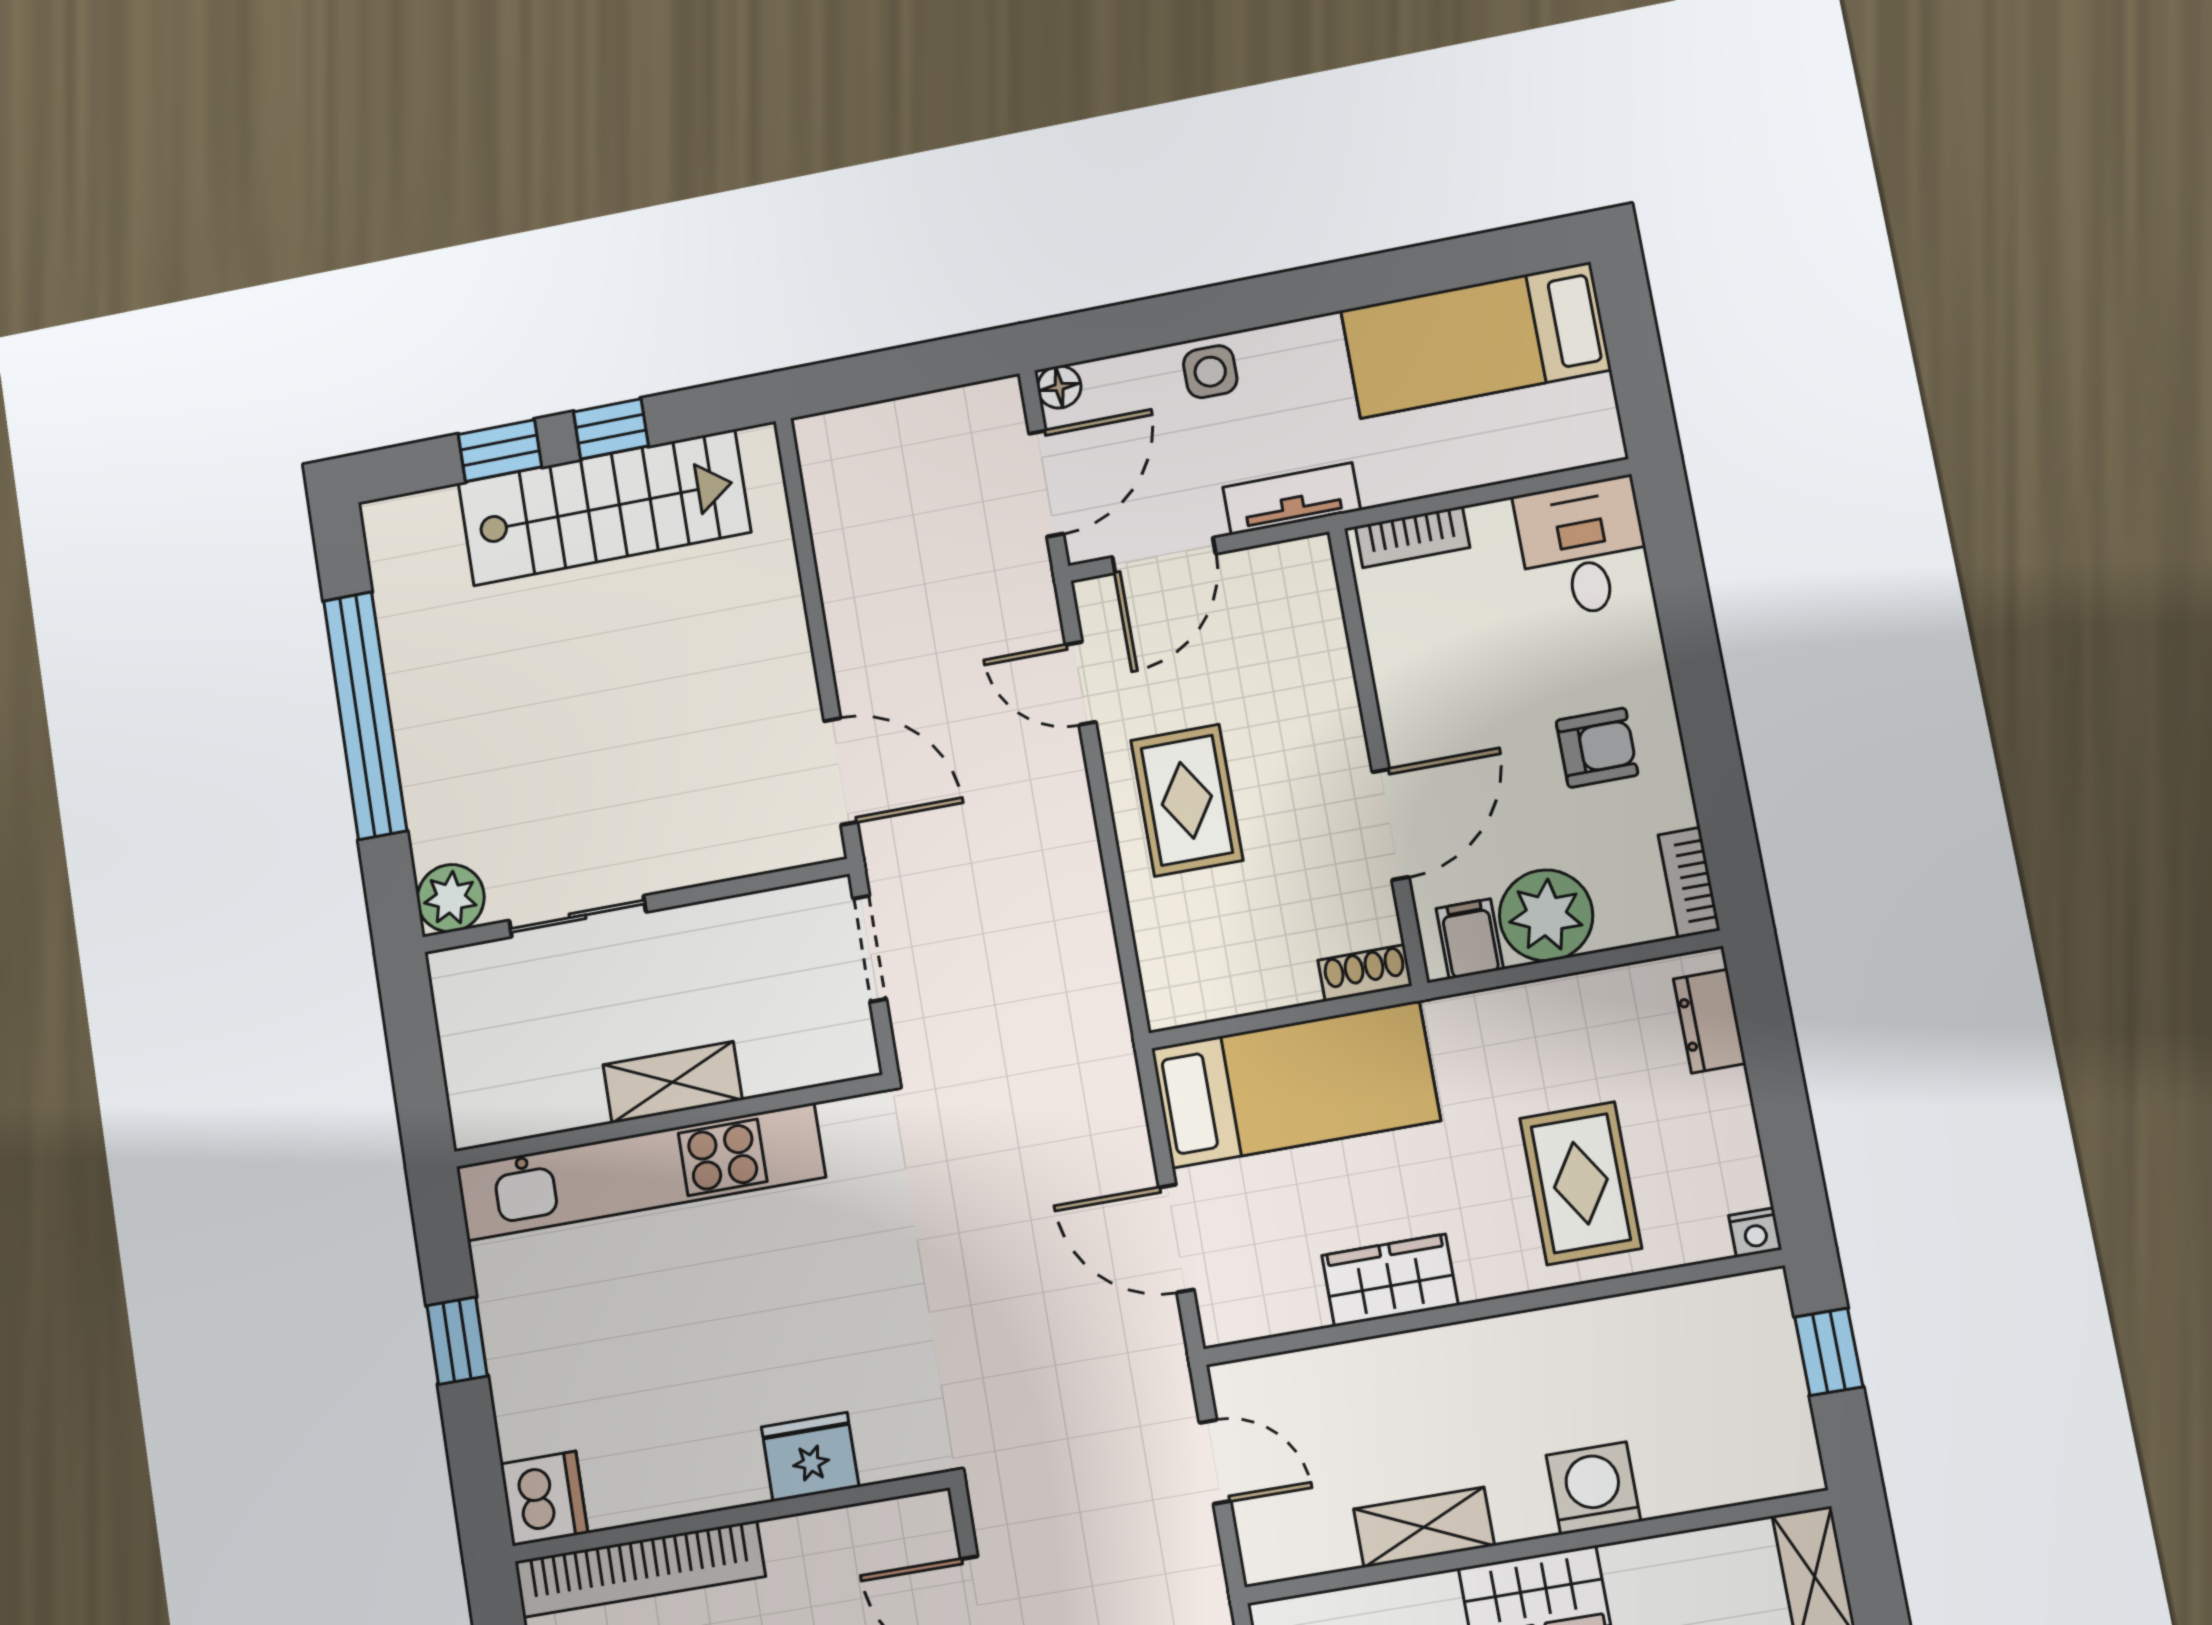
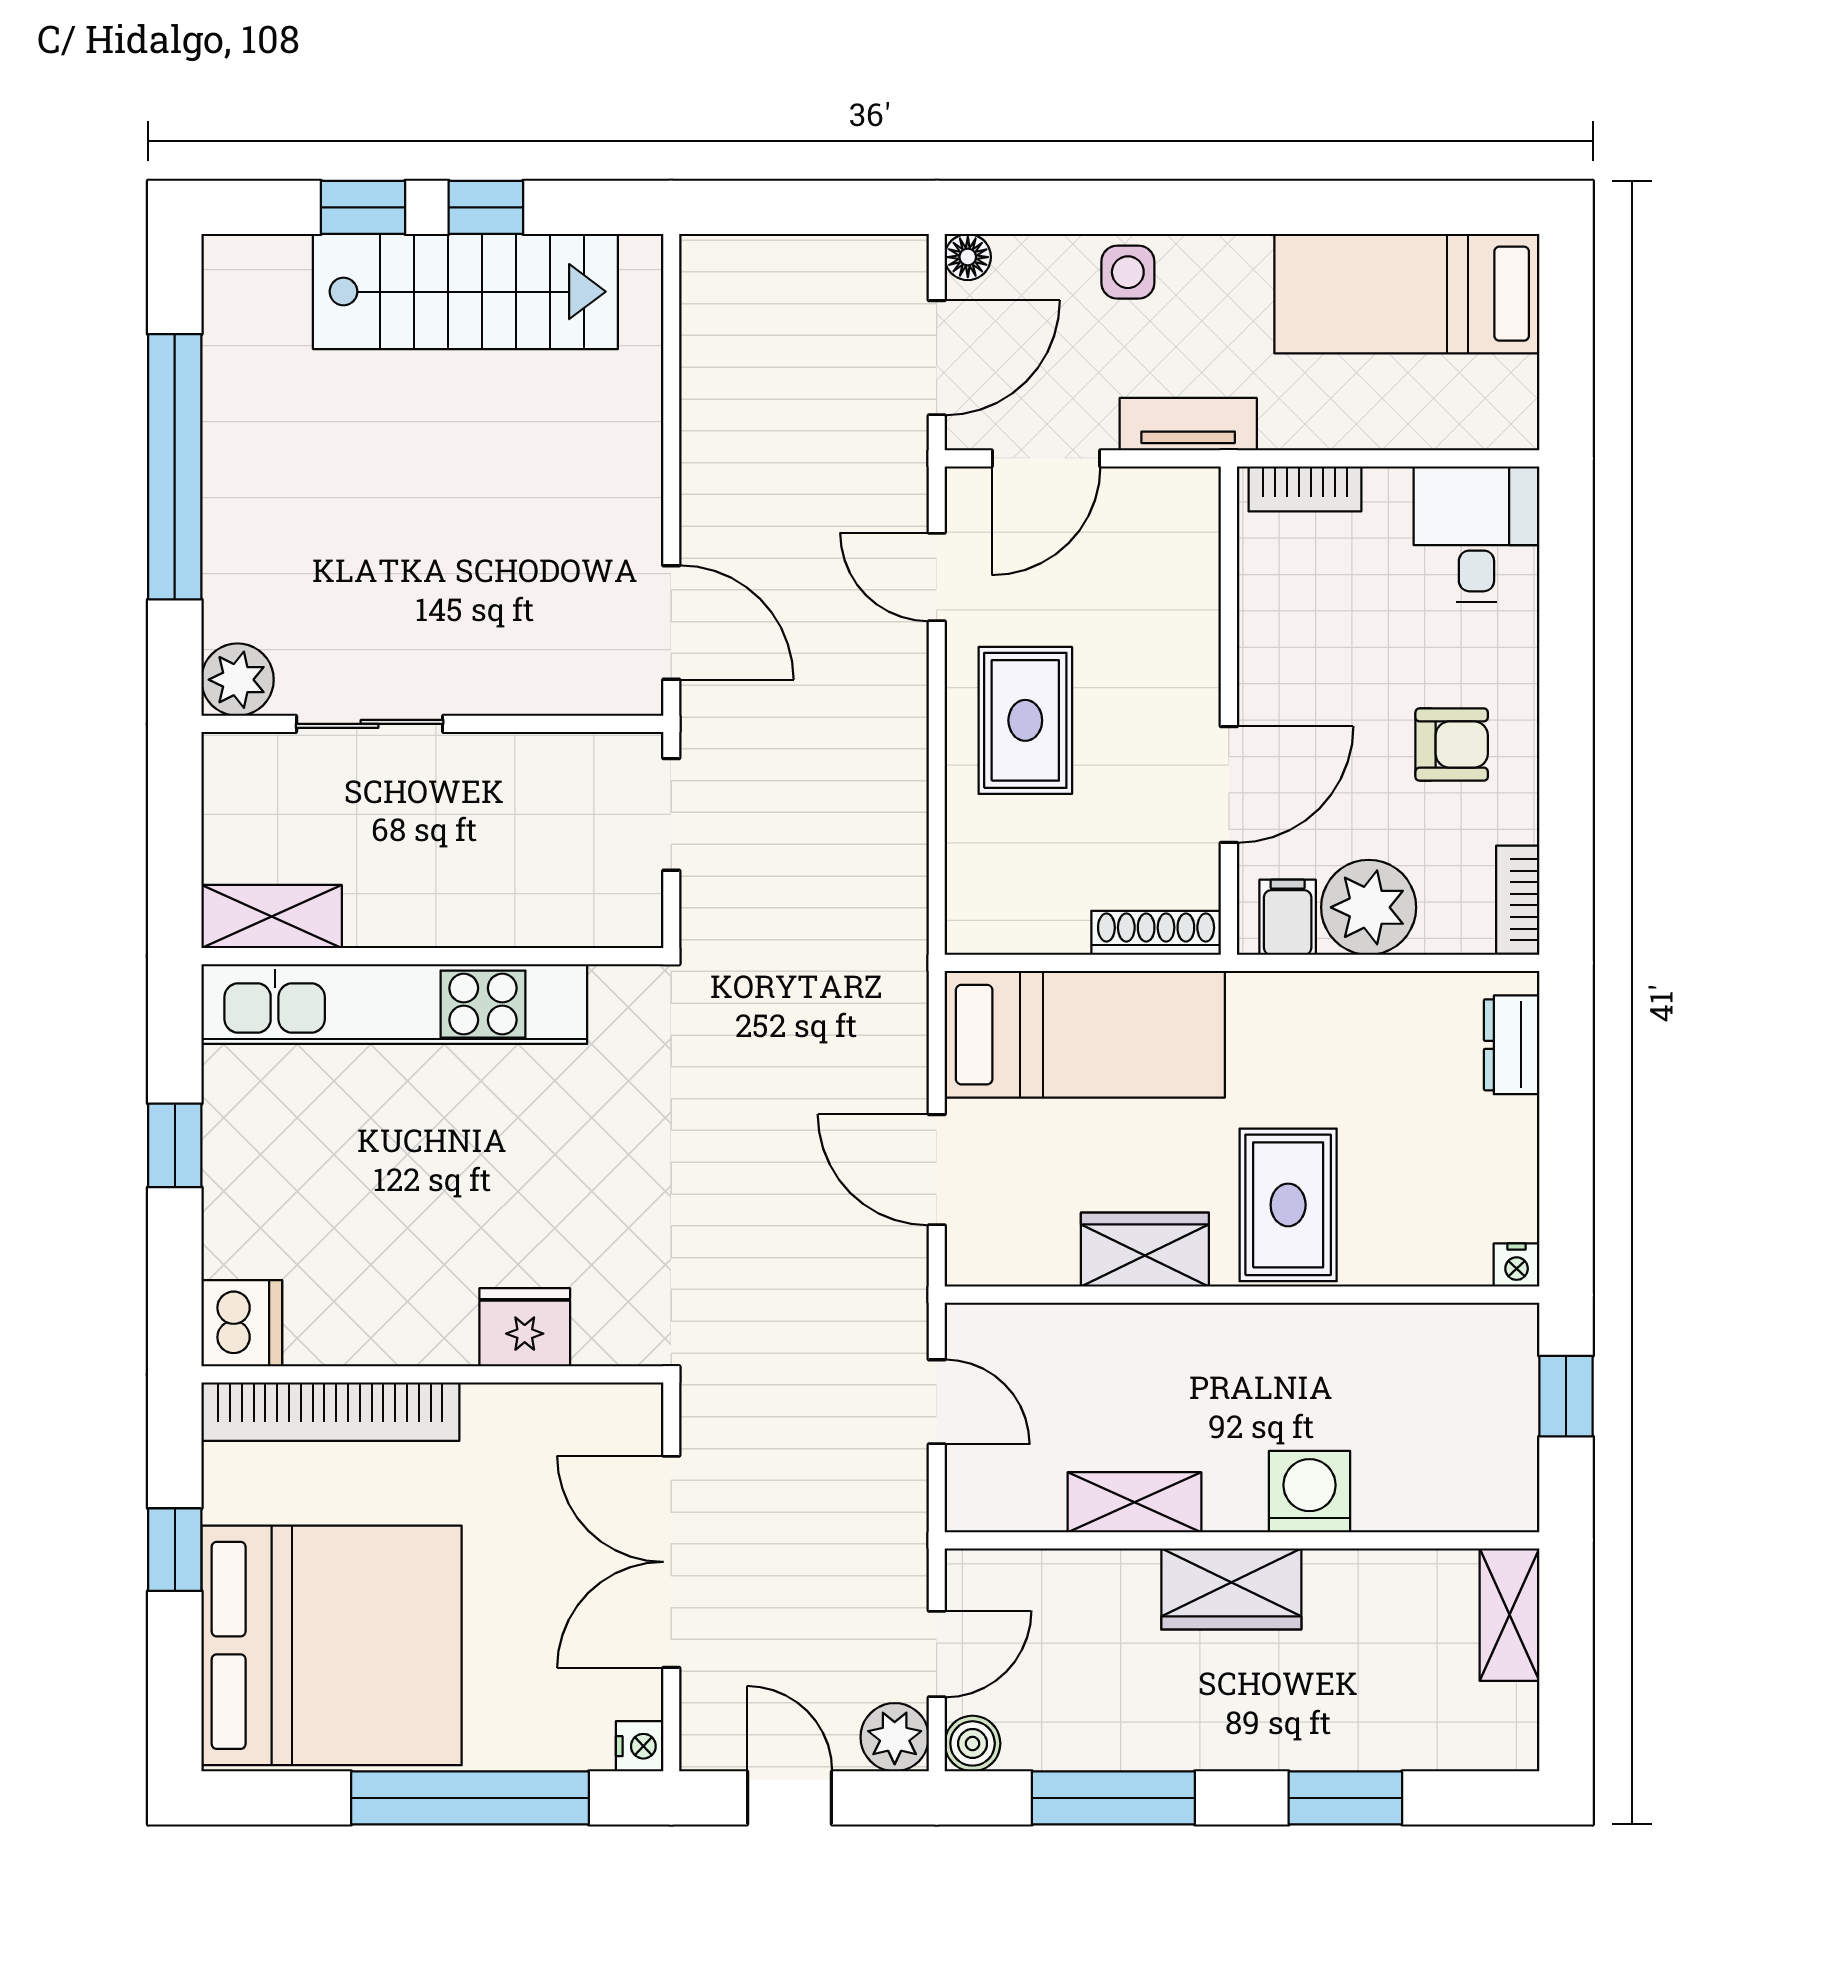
shoe rack: (1365, 973) -> (1156, 933), width x1.43
shelving: (673, 1082) -> (272, 917), moved
rug: (1581, 1183) -> (1288, 1205), moved

